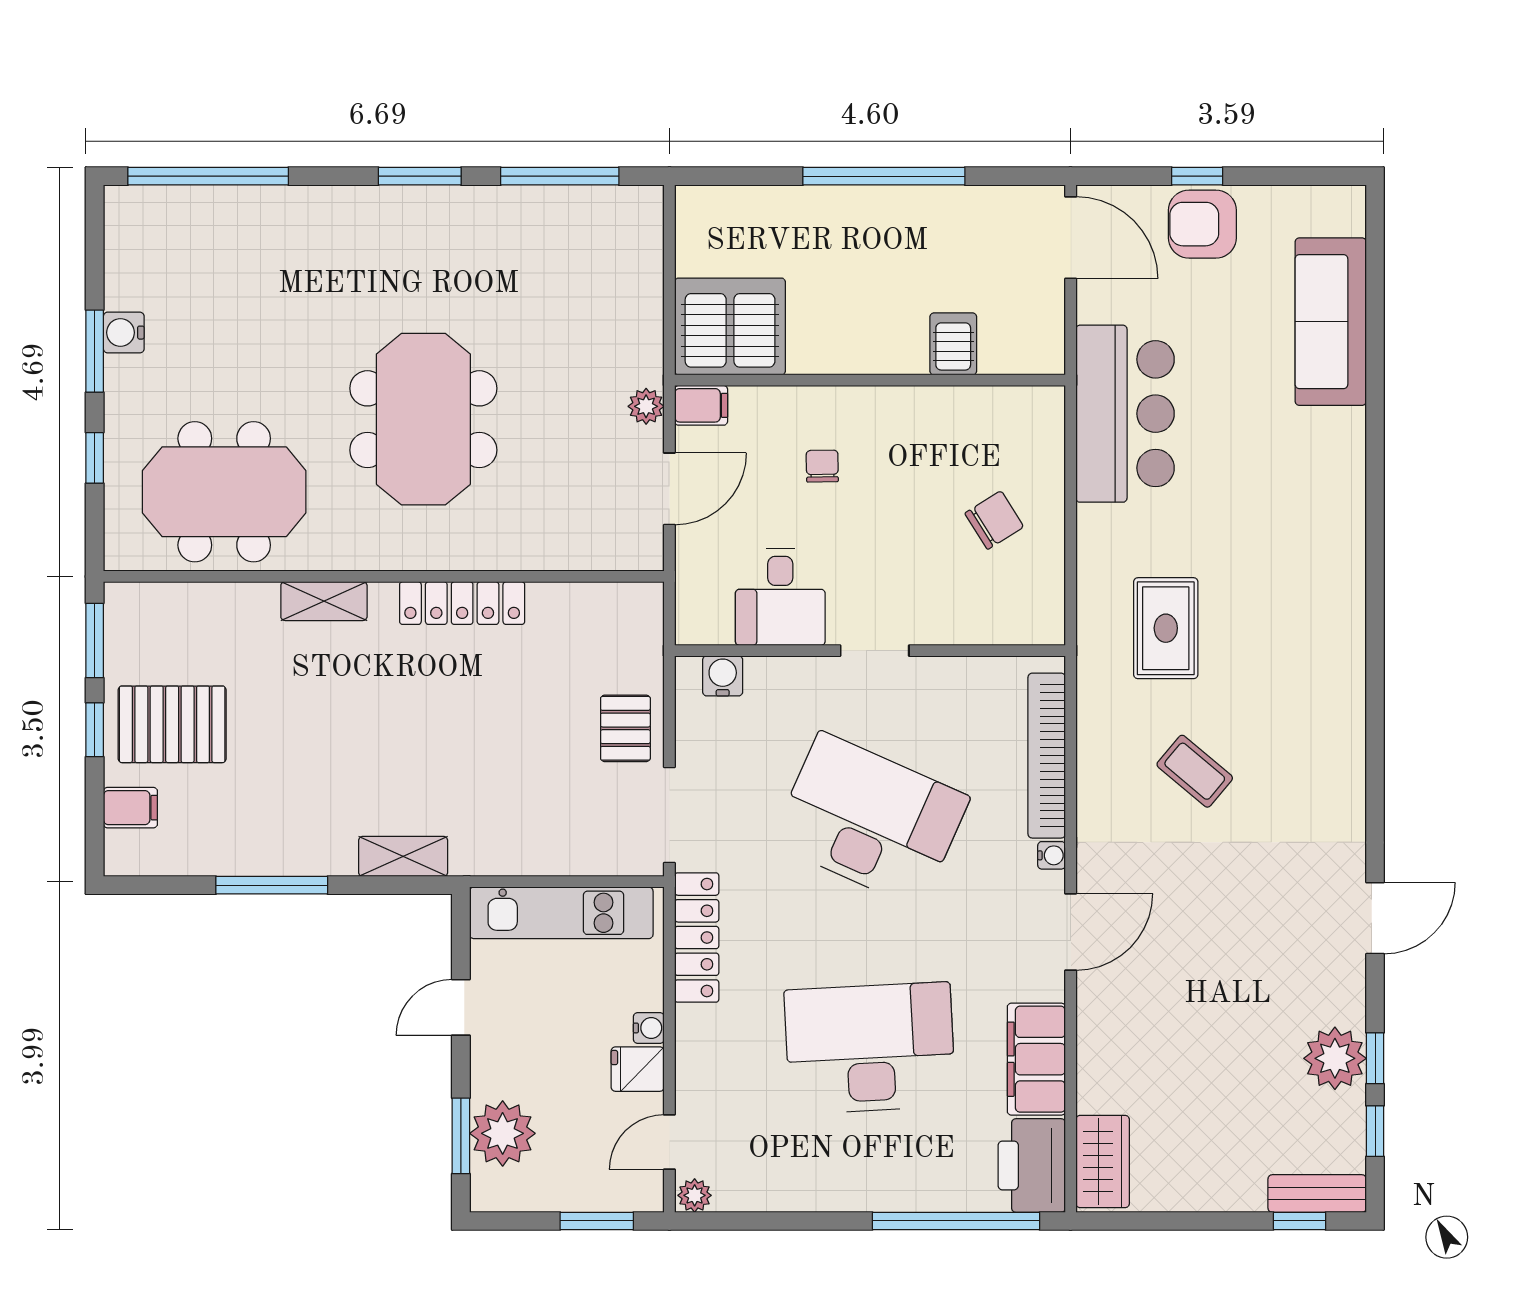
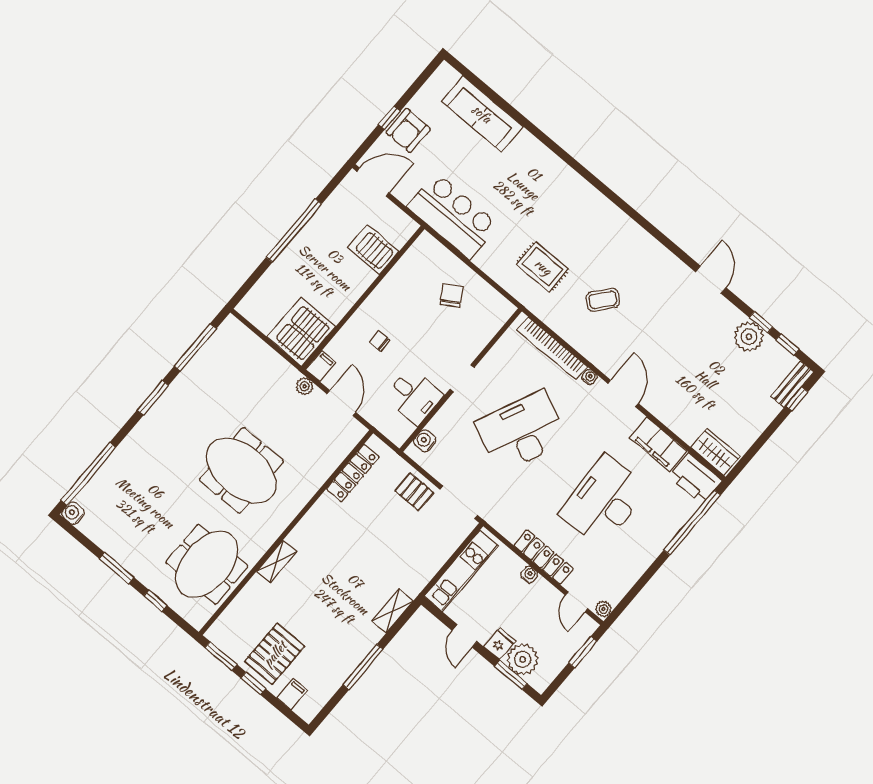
water cooler: (124, 333) -> (73, 513), moved, turned 90
server rack: (953, 344) -> (373, 250), width x1.36, depth x1.44
locker: (462, 603) -> (353, 473), moved
locker: (697, 938) -> (544, 557), moved
fridge: (638, 1069) -> (500, 644), moved, turned 180

